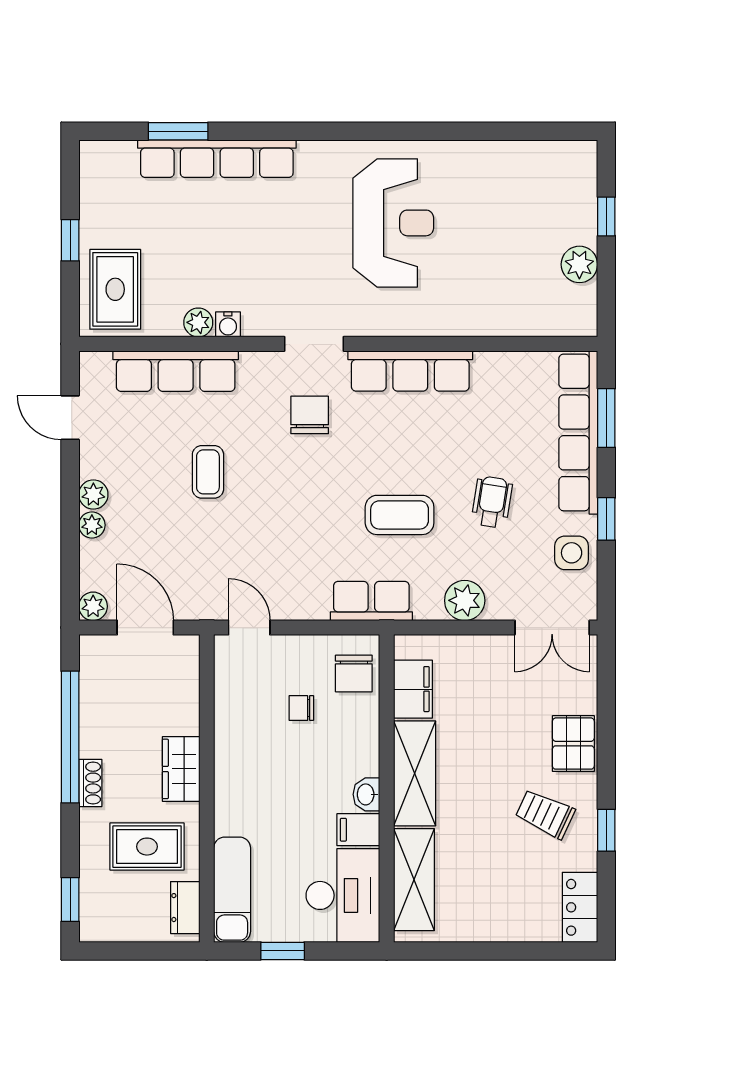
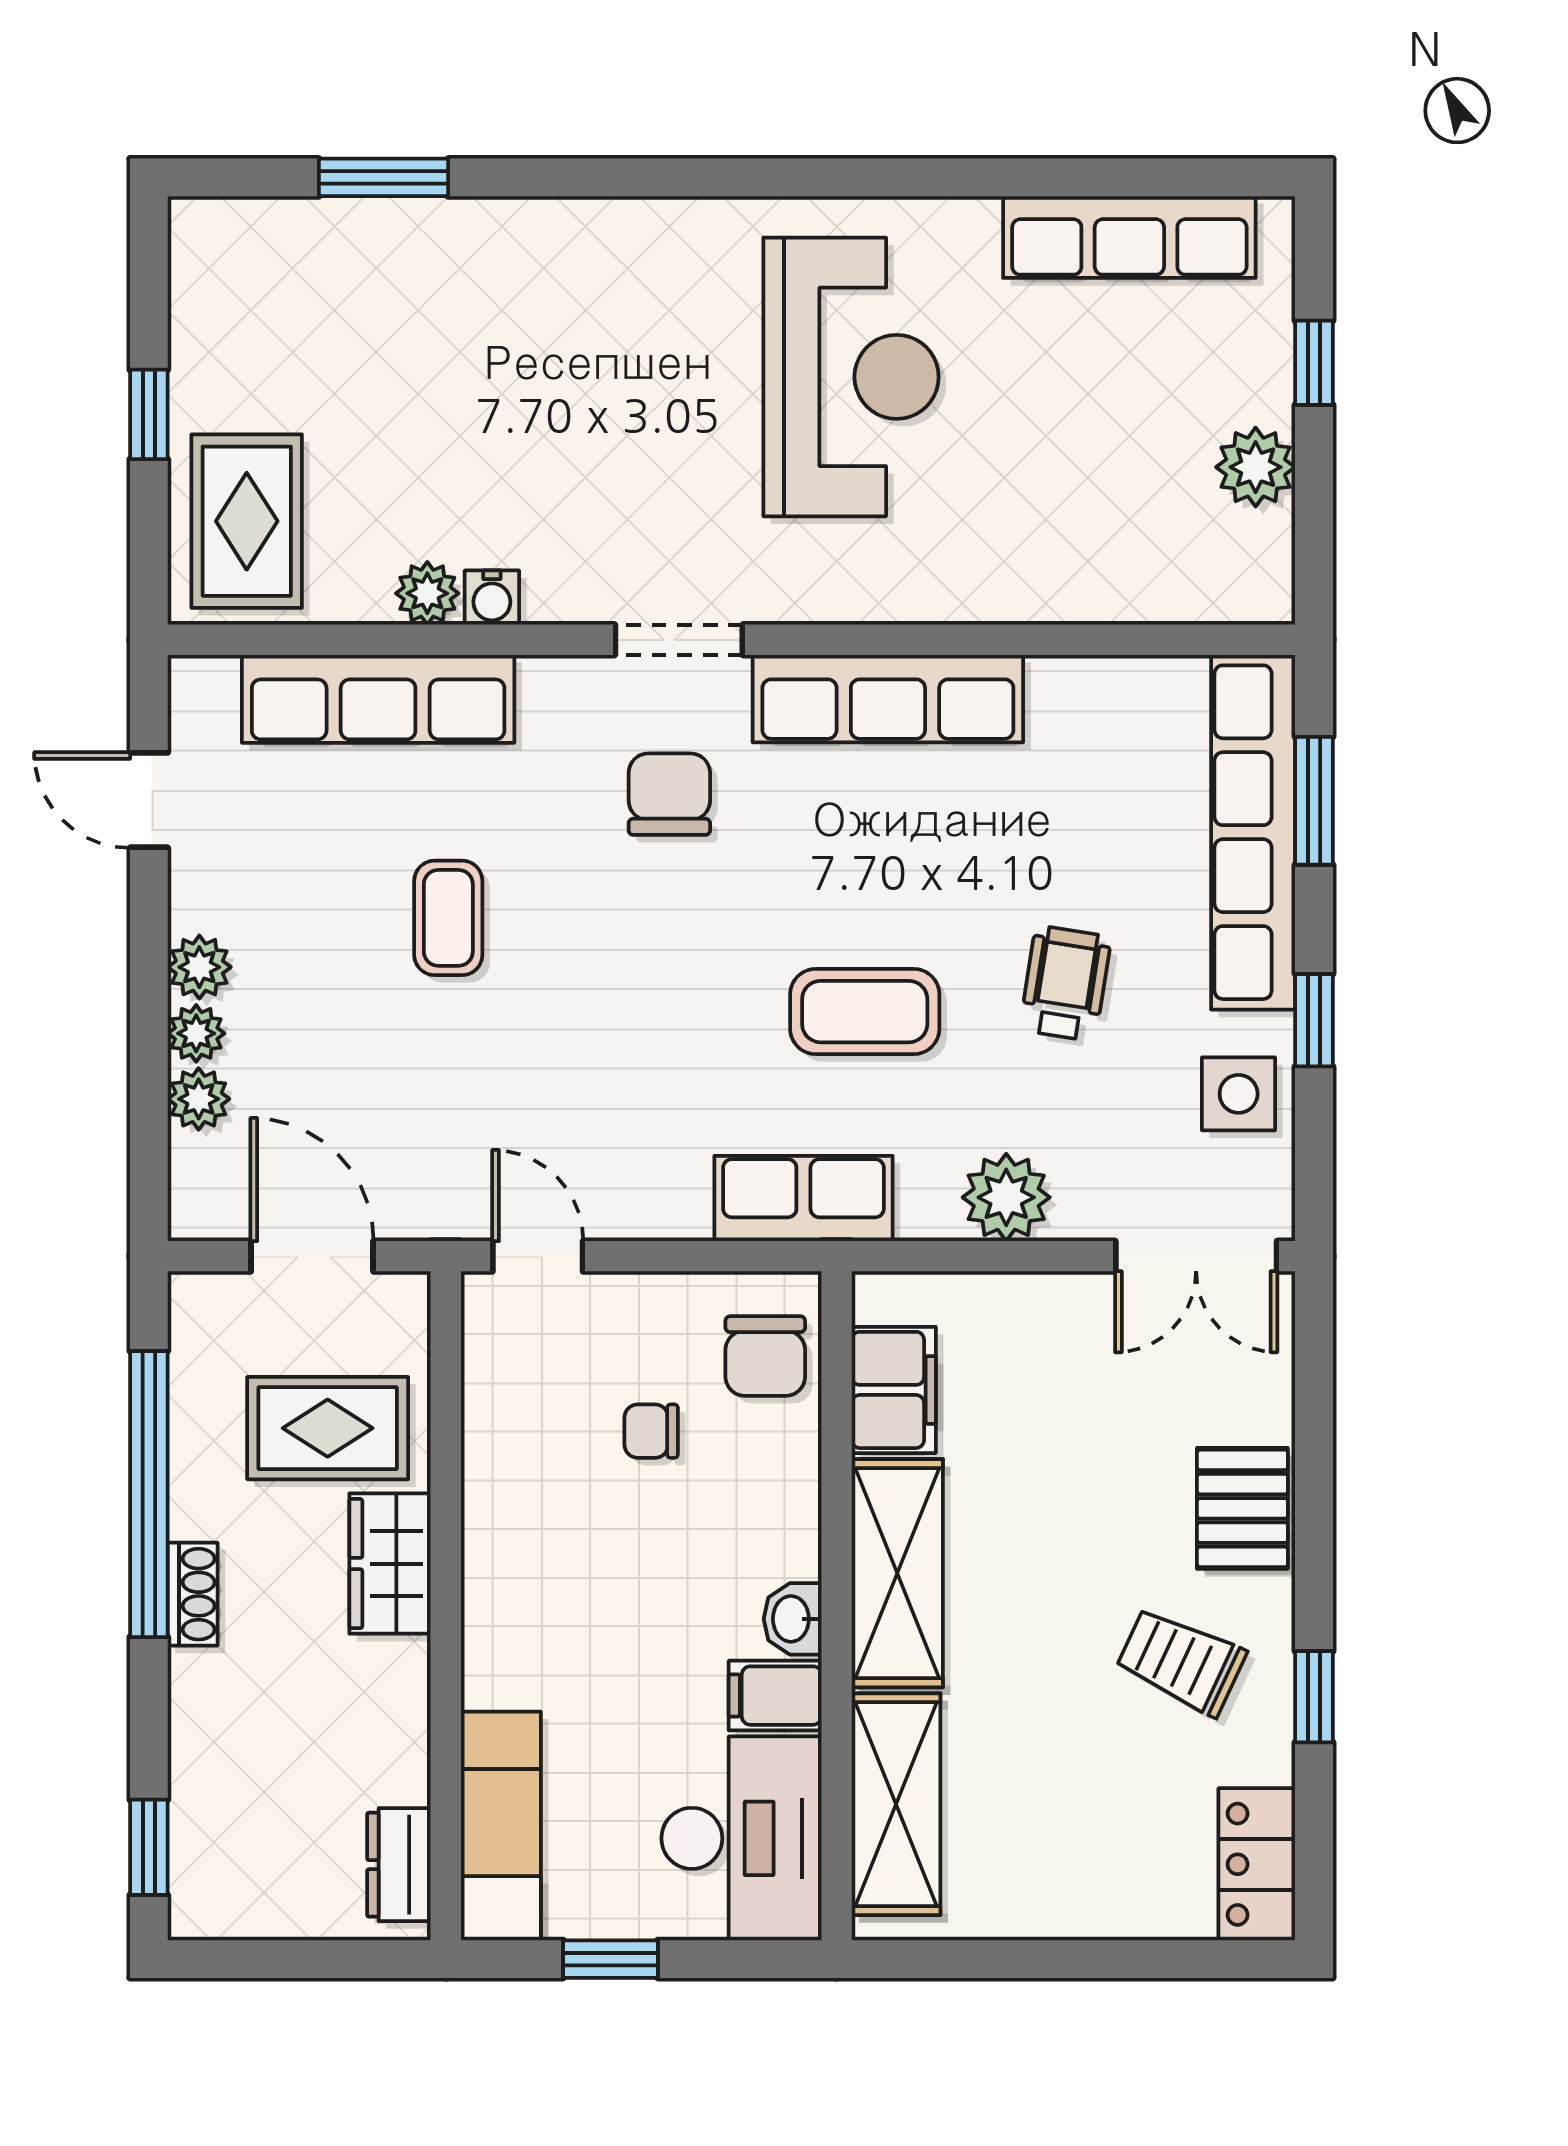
row of seats: (217, 159) -> (1129, 237), moved, width x0.73
plant: (93, 606) -> (199, 1099), moved
rug: (147, 847) -> (328, 1428), moved

